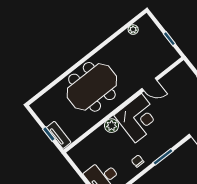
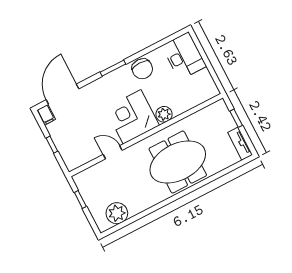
plant: (133, 30) -> (117, 213), width x1.88, depth x1.88
tv unit: (59, 135) -> (240, 144), moved
chair: (138, 161) -> (142, 69), width x1.87, depth x1.87

